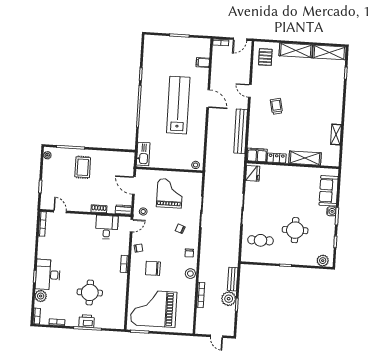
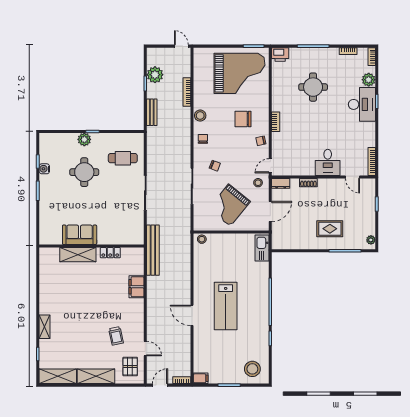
stool: (158, 48) -> (252, 369), added
filing cabinet: (203, 62) -> (201, 378), moved
door: (250, 91) -> (145, 349), moved
lab bench: (178, 105) -> (226, 306), width x0.73
trolley: (276, 106) -> (116, 336), moved
bench: (241, 131) -> (153, 250), moved
shelving: (336, 135) -> (44, 327), moved
filing cabinet: (257, 155) -> (136, 287), moved, turned 90
rug: (83, 167) -> (330, 229), turned 90
fridge: (253, 173) -> (136, 234), removed
door: (134, 186) -> (270, 211), hinge flipped
sofa: (329, 191) -> (80, 235), moved, turned -90
grand piano: (170, 193) -> (229, 205), turned 39
water cooler: (331, 211) -> (44, 169), moved
desk: (107, 227) -> (328, 162), moved
plant: (323, 261) -> (84, 139), moved
chair: (153, 268) -> (243, 119), turned 180
plant: (229, 299) -> (155, 75), moved
printer: (87, 321) -> (280, 54), moved
door: (217, 336) -> (181, 46), moved

